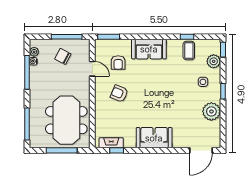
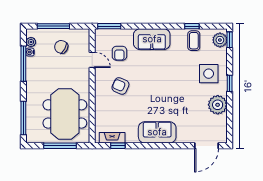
window: (67, 37) -> (53, 26), moved
plant: (214, 61) -> (220, 40), moved
side table: (203, 82) -> (209, 74), width x1.87, depth x1.87

